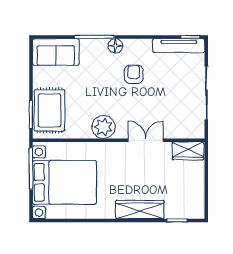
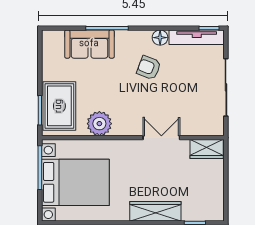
floor lamp: (115, 46) -> (160, 38), moved
sofa: (56, 52) -> (89, 44), moved
armchair: (134, 74) -> (149, 68), turned -69
plant: (104, 127) -> (99, 124), moved

